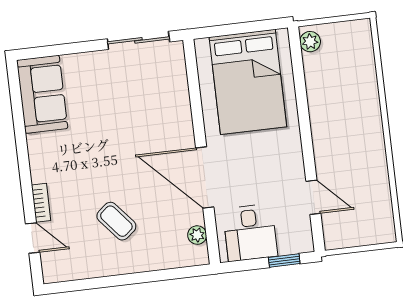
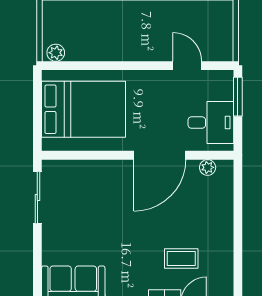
door: (313, 197) -> (187, 66), hinge flipped
coffee table: (116, 221) -> (181, 258), moved, turned 40
window: (284, 260) -> (238, 97), width x1.50

